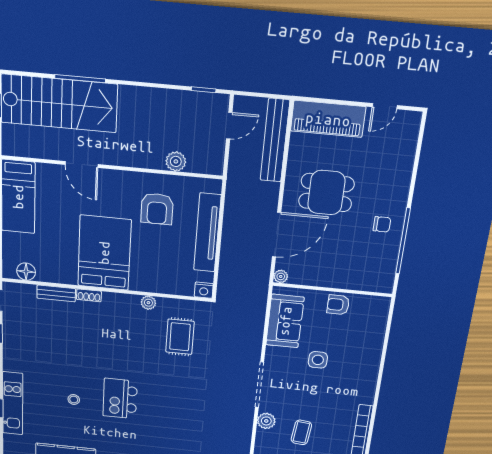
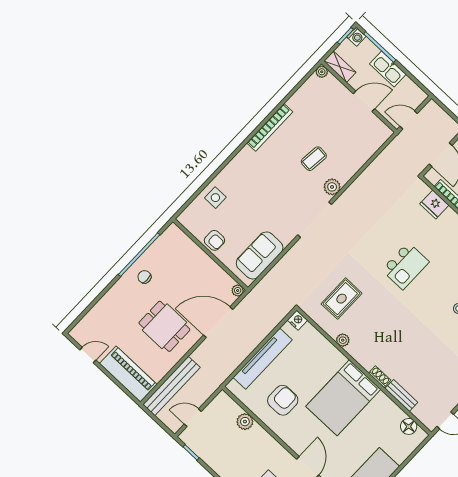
side table: (318, 360) -> (215, 198), moved
kitchen island: (120, 399) -> (405, 266), moved

